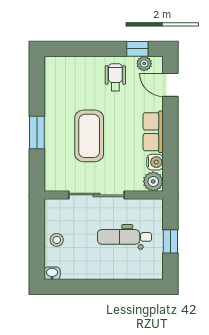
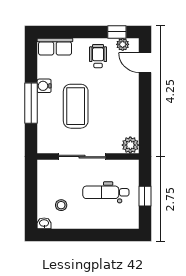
window: (37, 132) -> (31, 103), width x1.44
row of seats: (153, 132) -> (55, 47), moved, turned -90
water cooler: (155, 162) -> (44, 86), moved, turned 180
stool: (57, 240) -> (61, 205), moved

